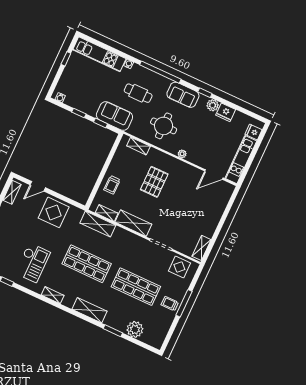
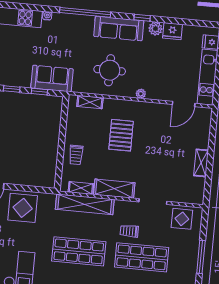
cafe table: (138, 93) -> (69, 44), removed
sofa: (183, 95) -> (119, 29), width x1.36
shelving: (98, 224) -> (85, 204), width x1.47
shelving: (201, 248) -> (201, 163), moved
trolley: (170, 304) -> (129, 231), moved

